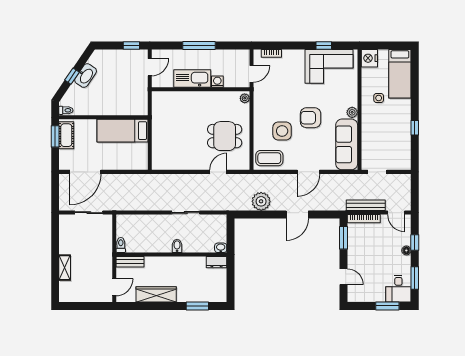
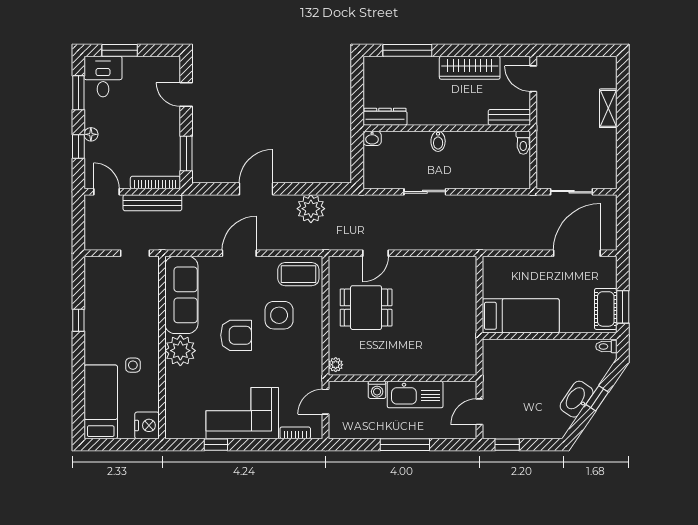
corner sofa: (329, 66) -> (242, 413), moved
plant: (352, 112) -> (180, 351), width x1.88, depth x1.88
dresser: (217, 262) -> (385, 117), width x1.44
door: (114, 287) -> (533, 79), hinge flipped
window: (197, 306) -> (407, 50), width x1.44

